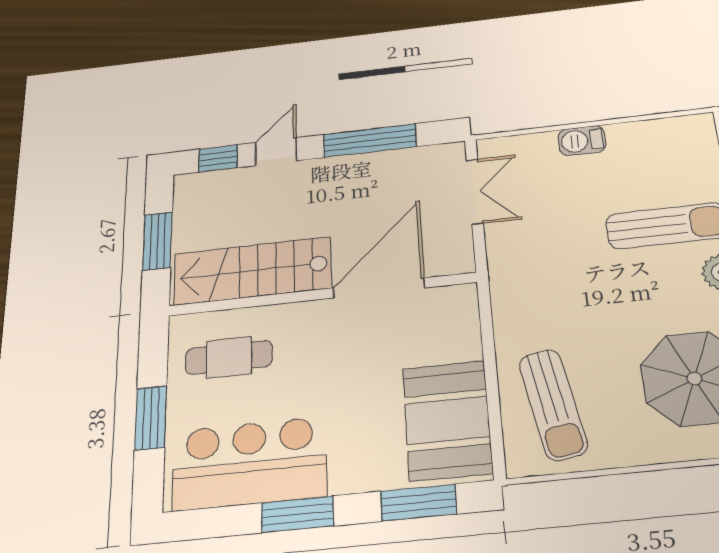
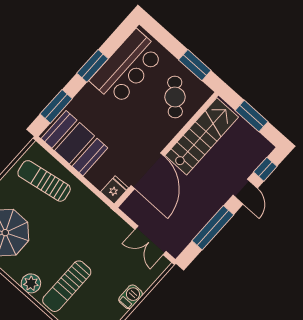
fridge: (456, 301) -> (115, 190), added
cafe table: (229, 357) -> (175, 97), turned -43
window: (151, 418) -> (195, 65), moved

